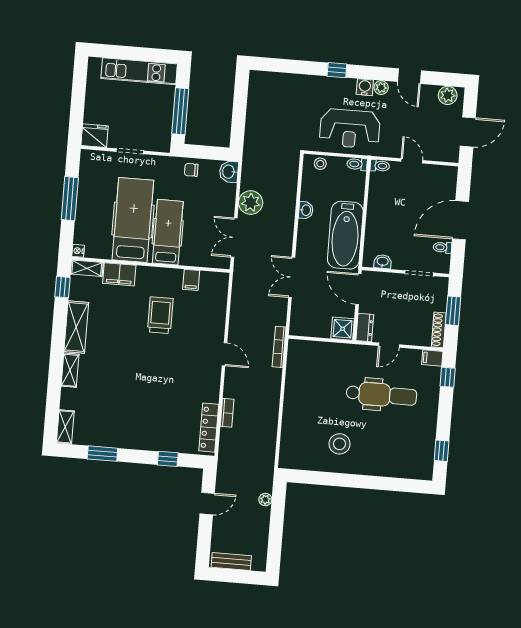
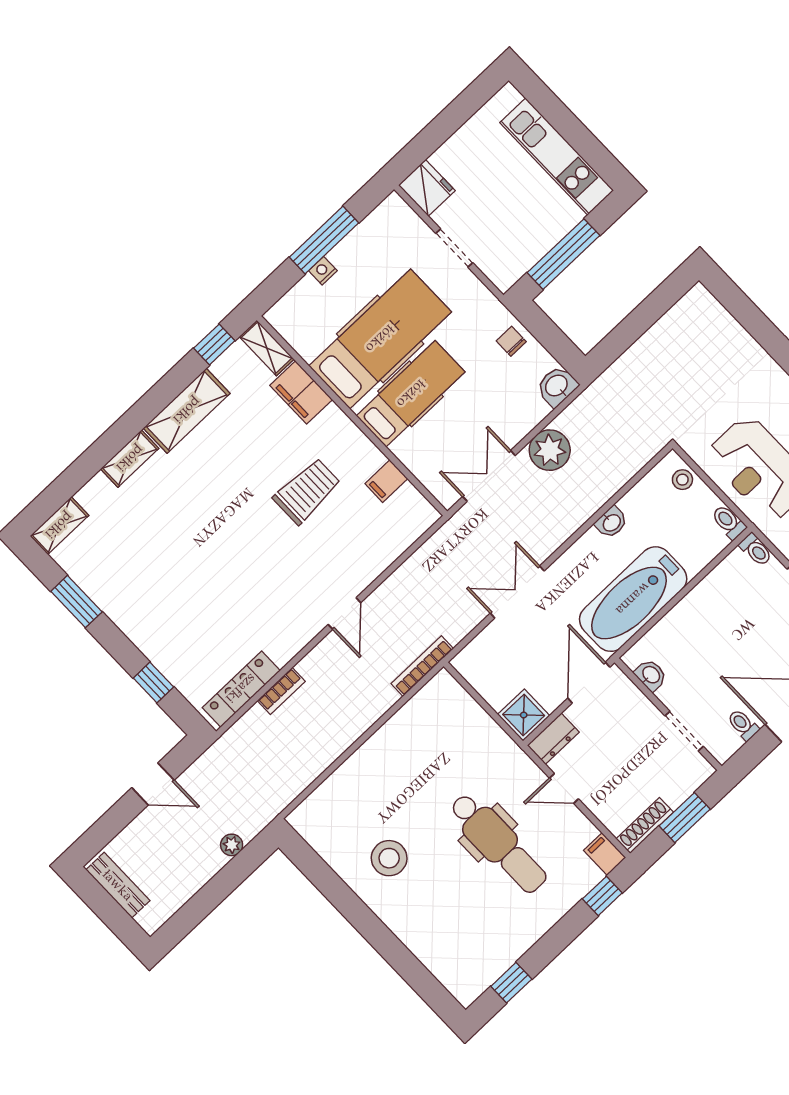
nightstand: (78, 251) -> (323, 271), moved

